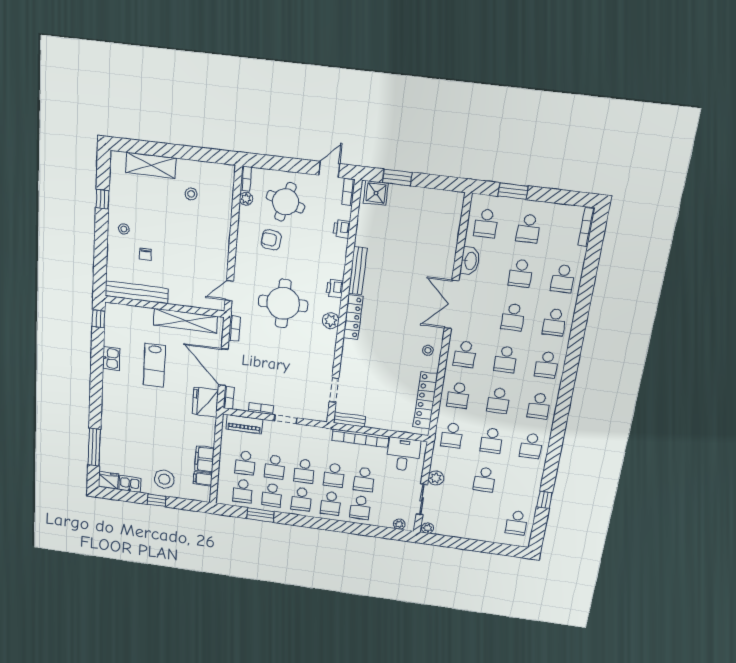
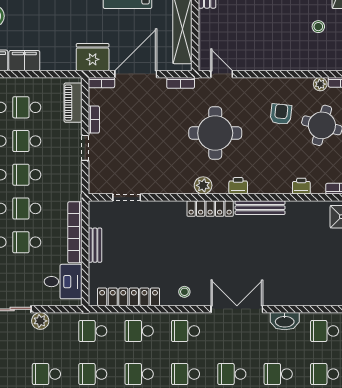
bench: (349, 420) -> (95, 245), moved

